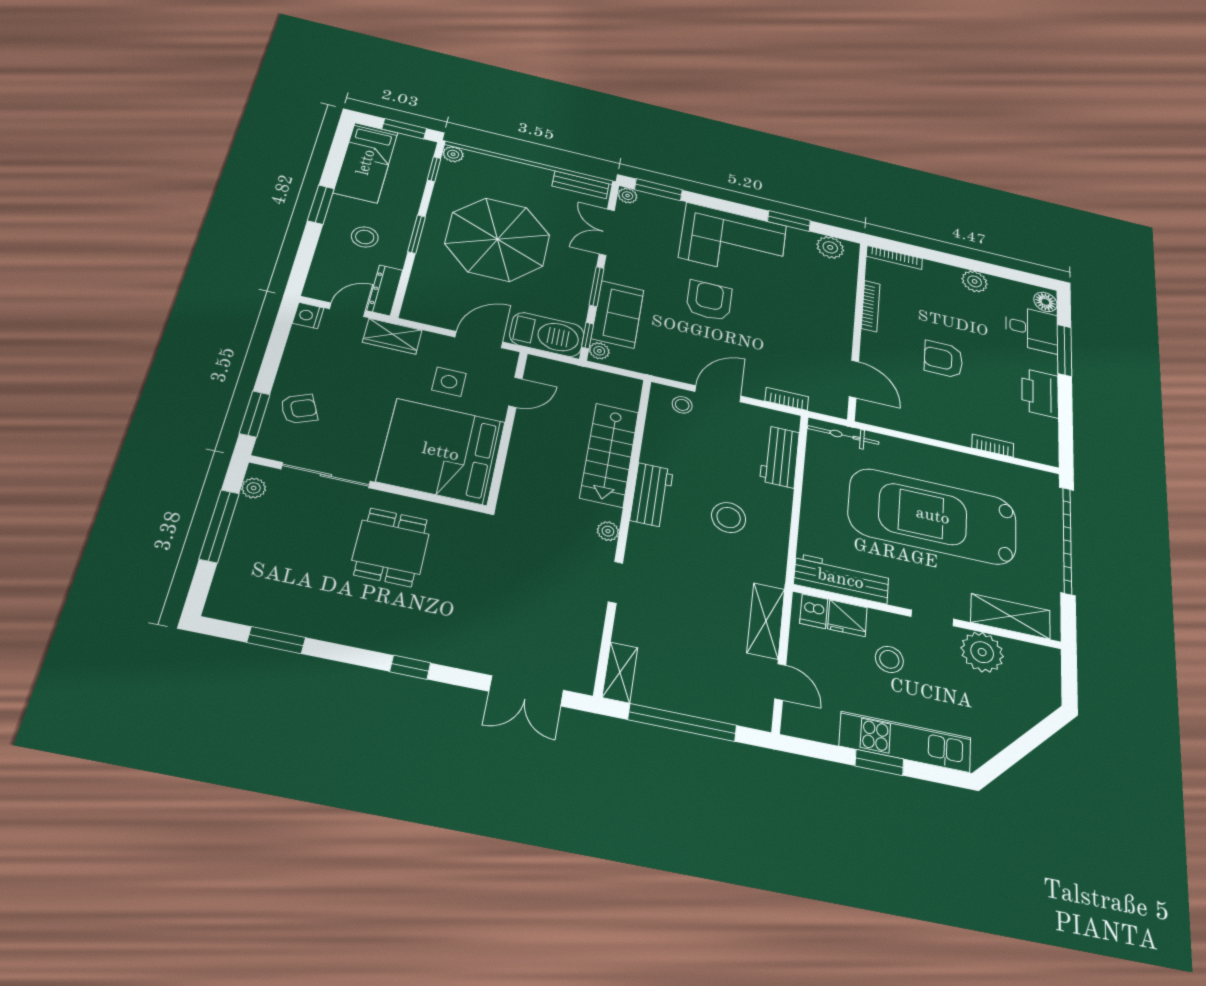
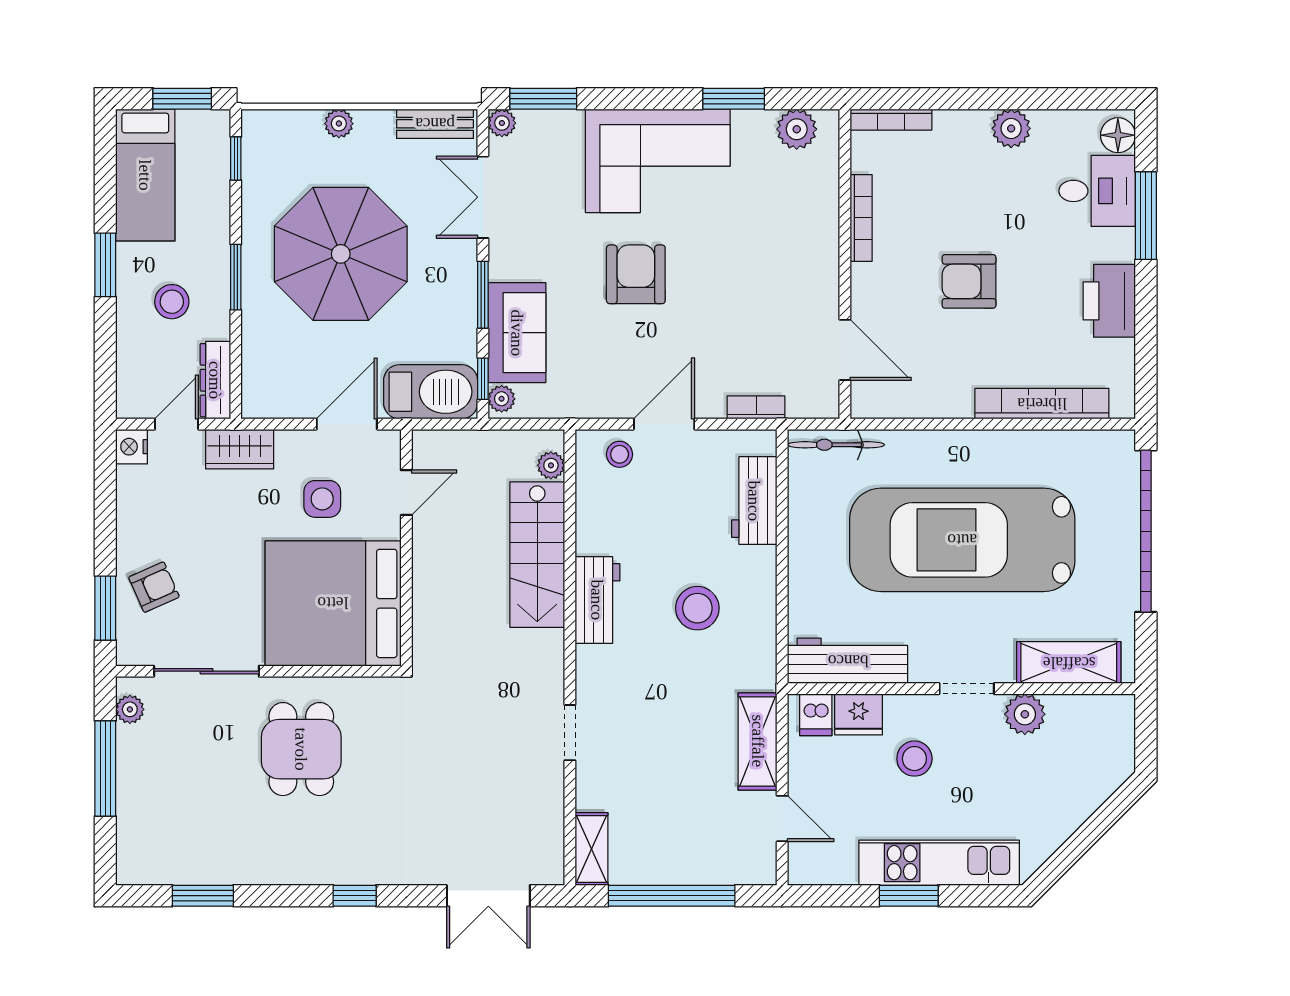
plant: (453, 154) -> (339, 124), moved
bookcase: (993, 446) -> (1042, 404), width x2.31, depth x1.31
plant: (608, 531) -> (551, 465), moved
plant: (982, 652) -> (1025, 714), width x0.73, depth x0.73

